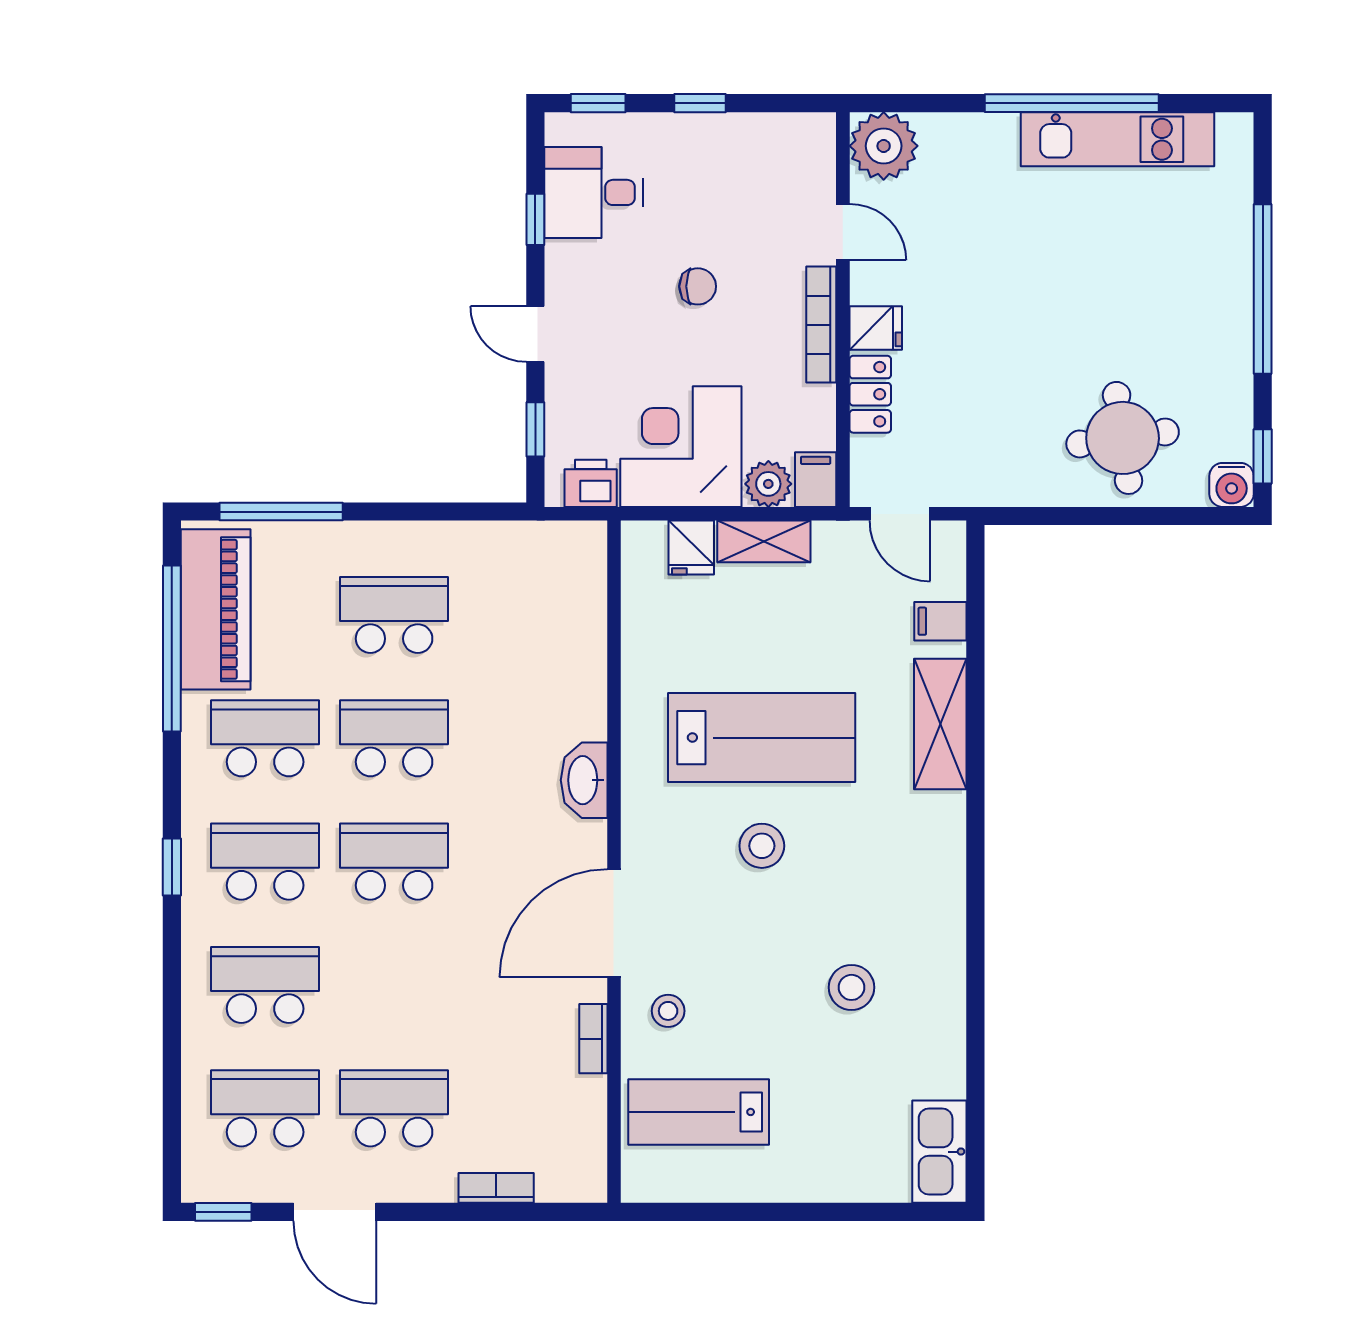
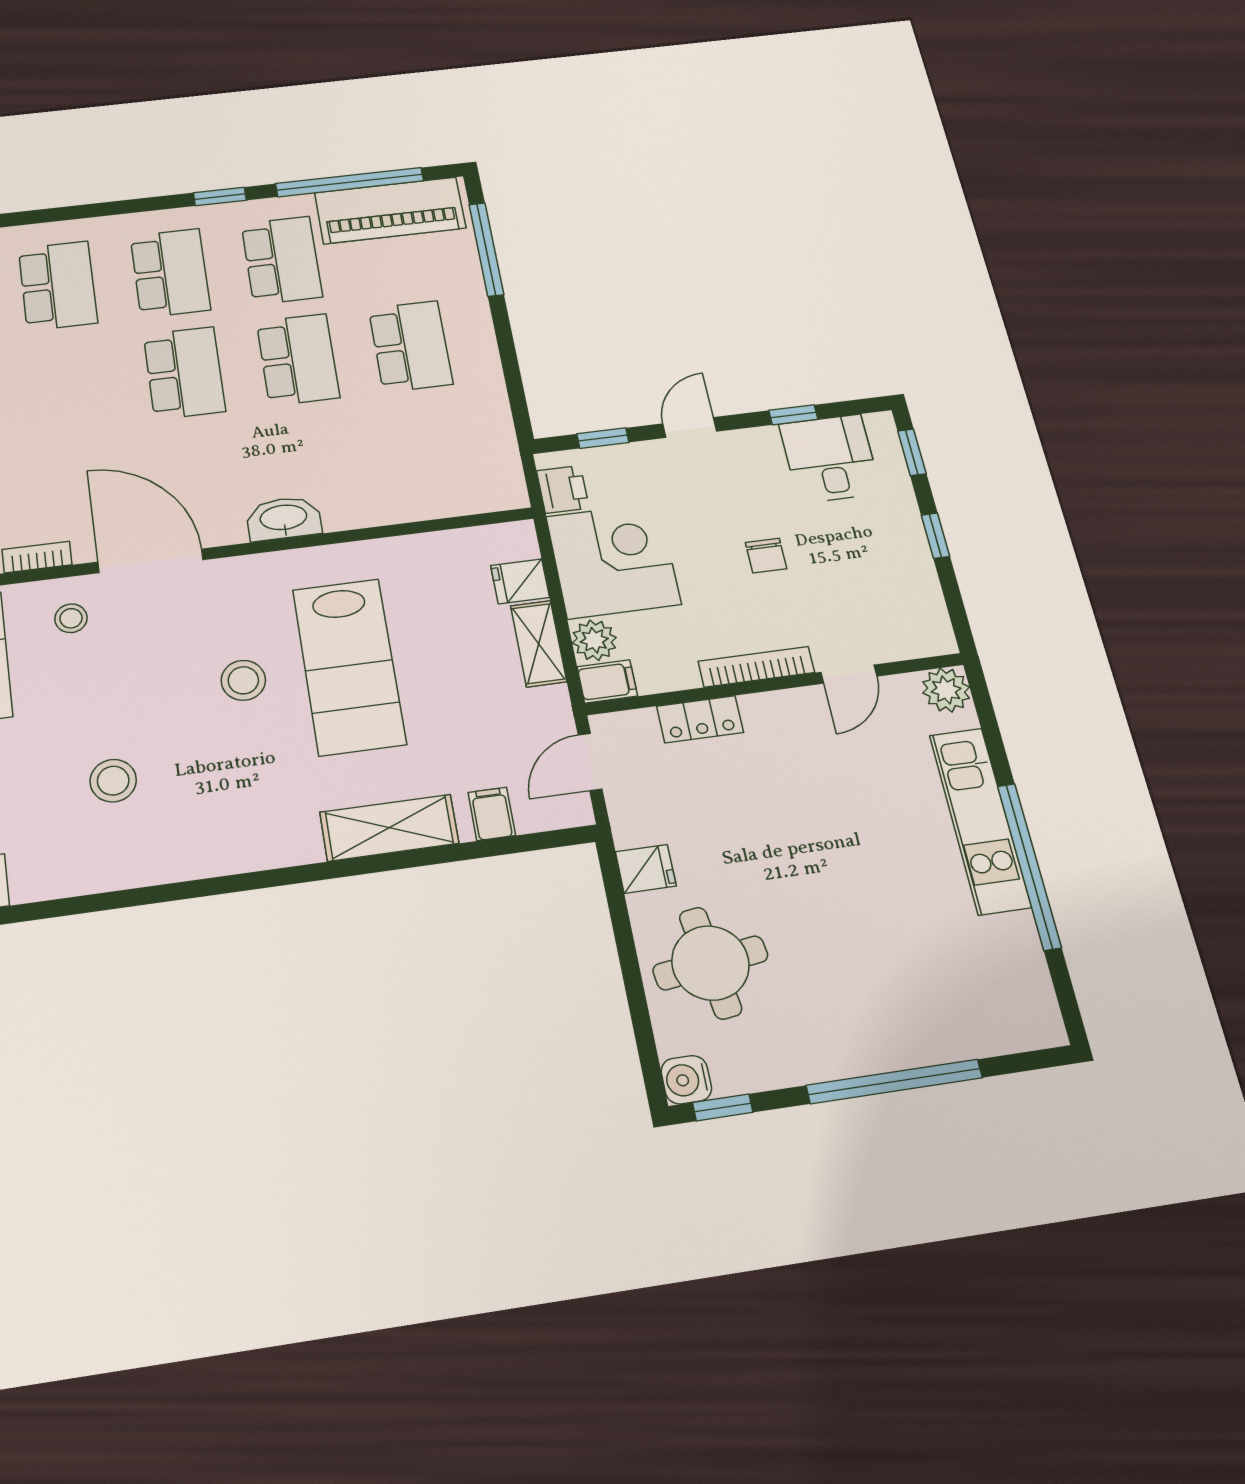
kitchen unit: (1118, 139) -> (980, 820), moved
plant: (884, 146) -> (946, 690), width x0.73, depth x0.73
fridge: (876, 328) -> (646, 869), moved, turned -90
window: (172, 867) -> (220, 196), moved

